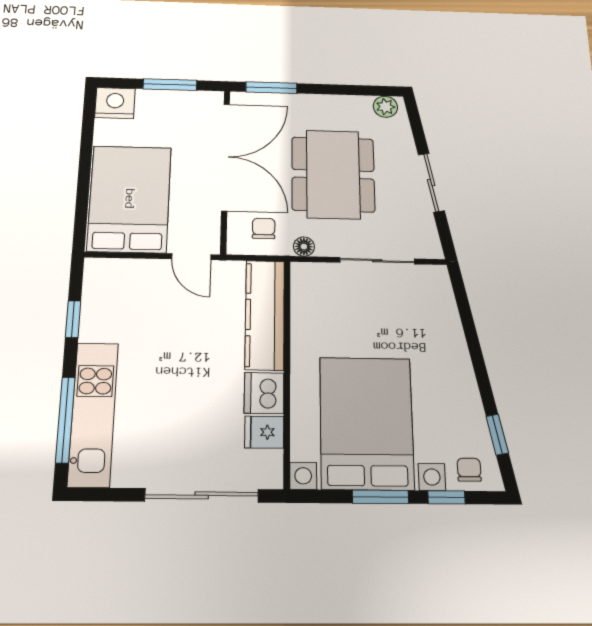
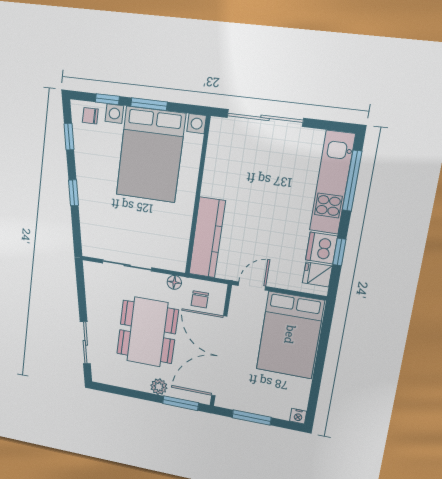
nightstand: (115, 103) -> (298, 416), width x0.53, depth x0.56
plant: (385, 107) -> (159, 387), moved
sliding door: (431, 183) -> (85, 343), moved
door: (191, 257) -> (252, 286), hinge flipped
window: (476, 353) -> (73, 193), added
dishwasher: (264, 393) -> (321, 248), moved, turned 180
fridge: (264, 432) -> (317, 274), moved, turned 180
chair: (469, 470) -> (90, 116), turned 90

